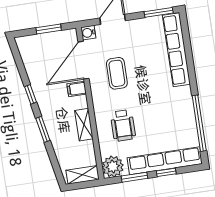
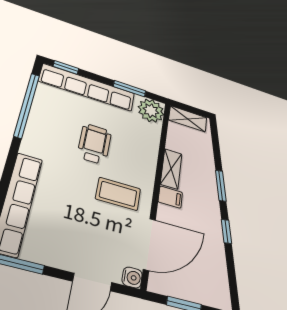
coffee table: (117, 73) -> (118, 194), moved, turned 90
filing cabinet: (77, 89) -> (170, 197), moved
wheelchair: (123, 125) -> (94, 144), moved
window: (166, 172) -> (66, 67), moved

